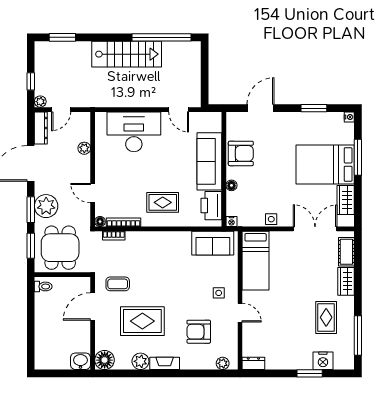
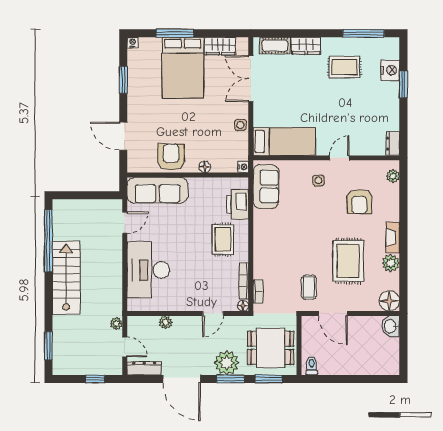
plant: (40, 102) -> (116, 324), moved
sofa: (209, 161) -> (157, 190), moved
printer: (211, 206) -> (238, 204), moved, turned 90

